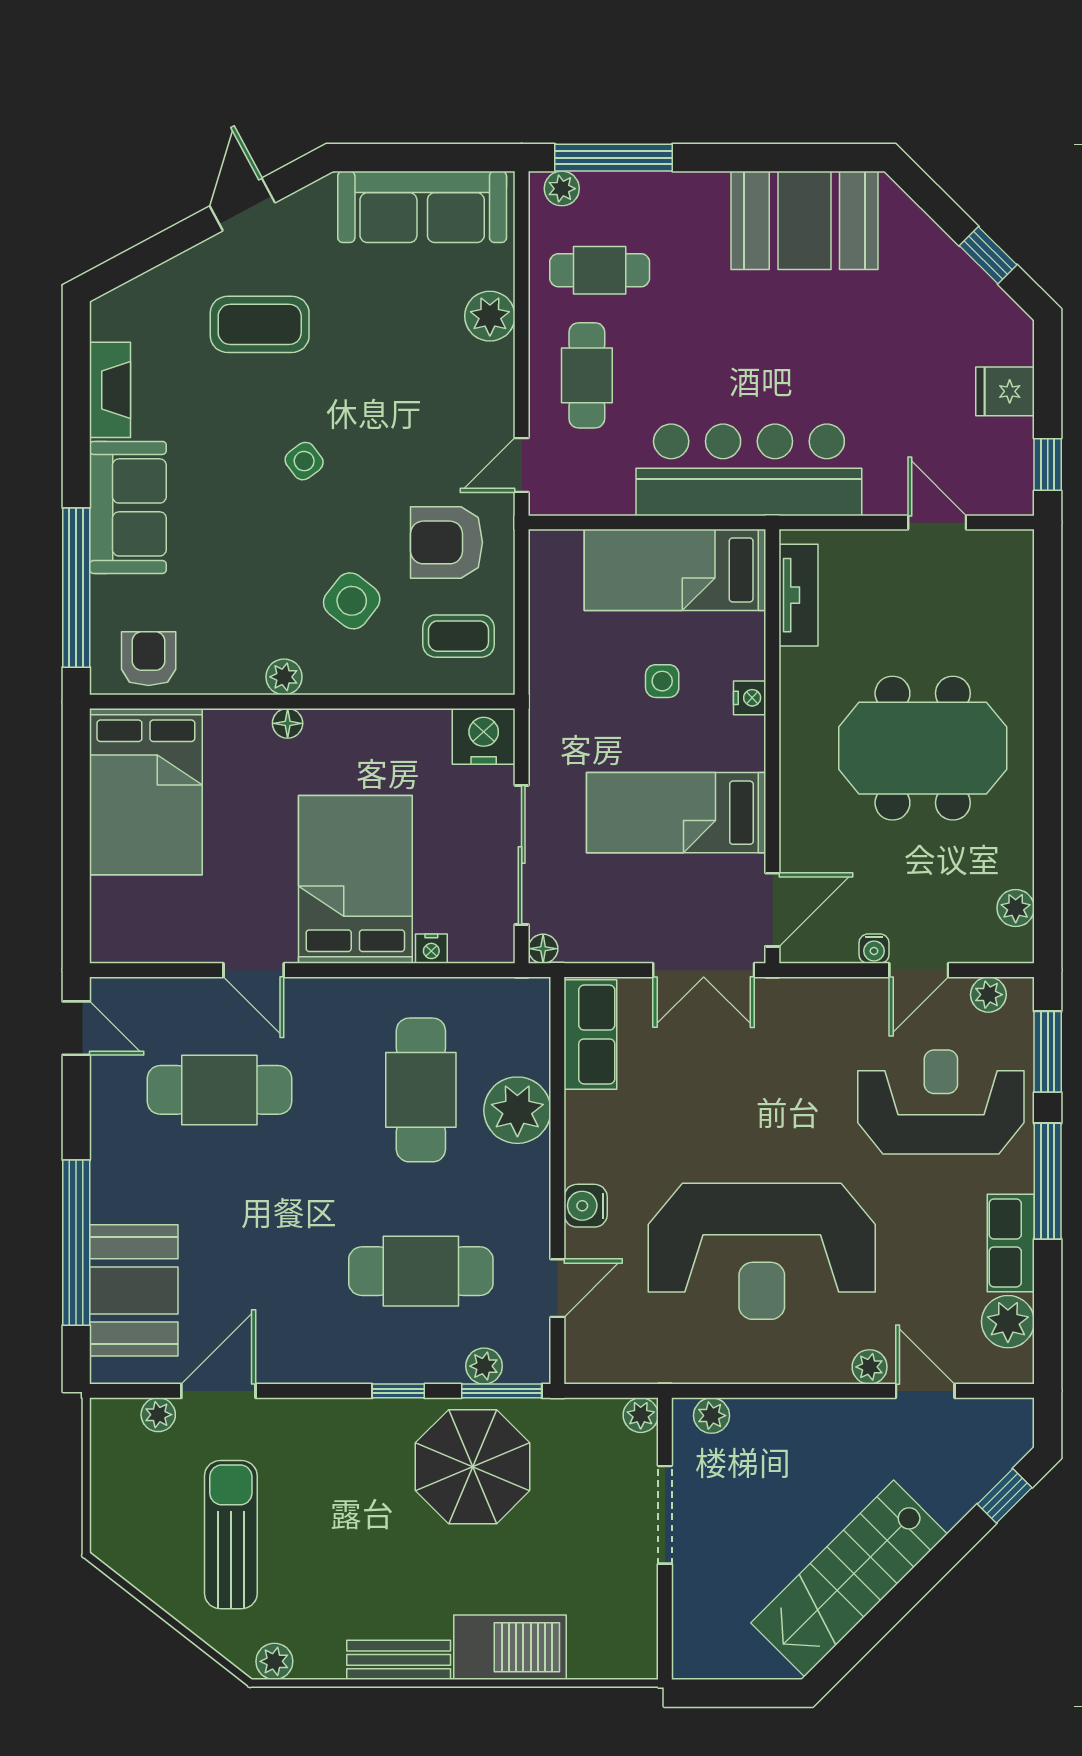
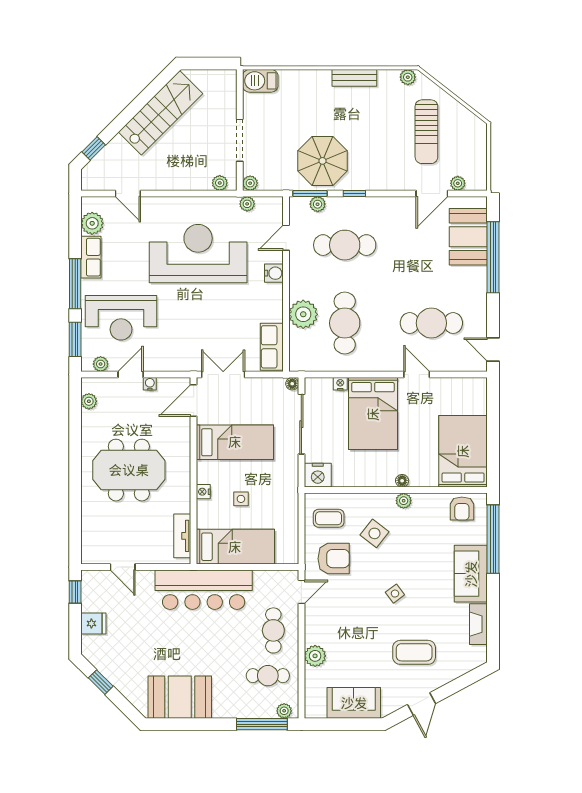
sofa: (422, 207) -> (354, 703), width x0.73
plant: (870, 1367) -> (247, 204), moved
barbecue: (510, 1647) -> (260, 81), moved, width x0.73, depth x0.83

